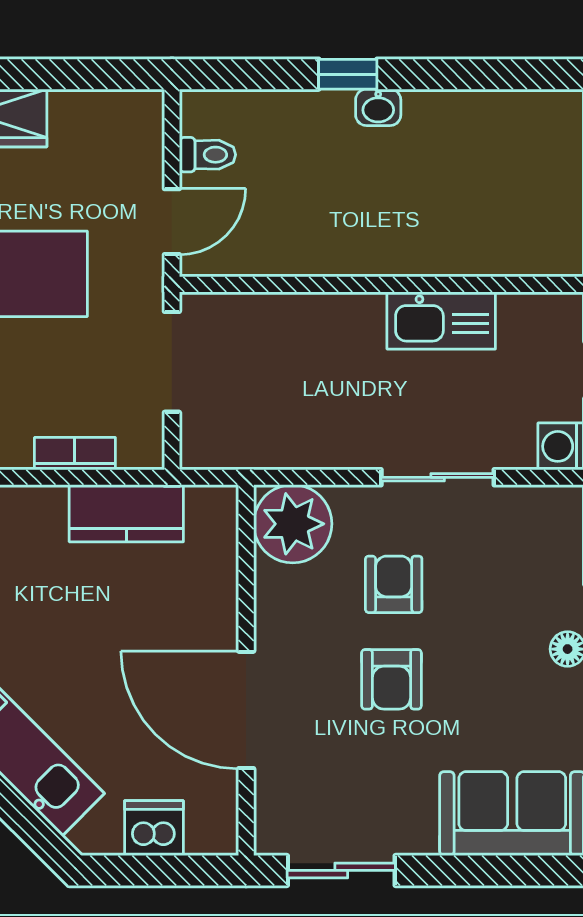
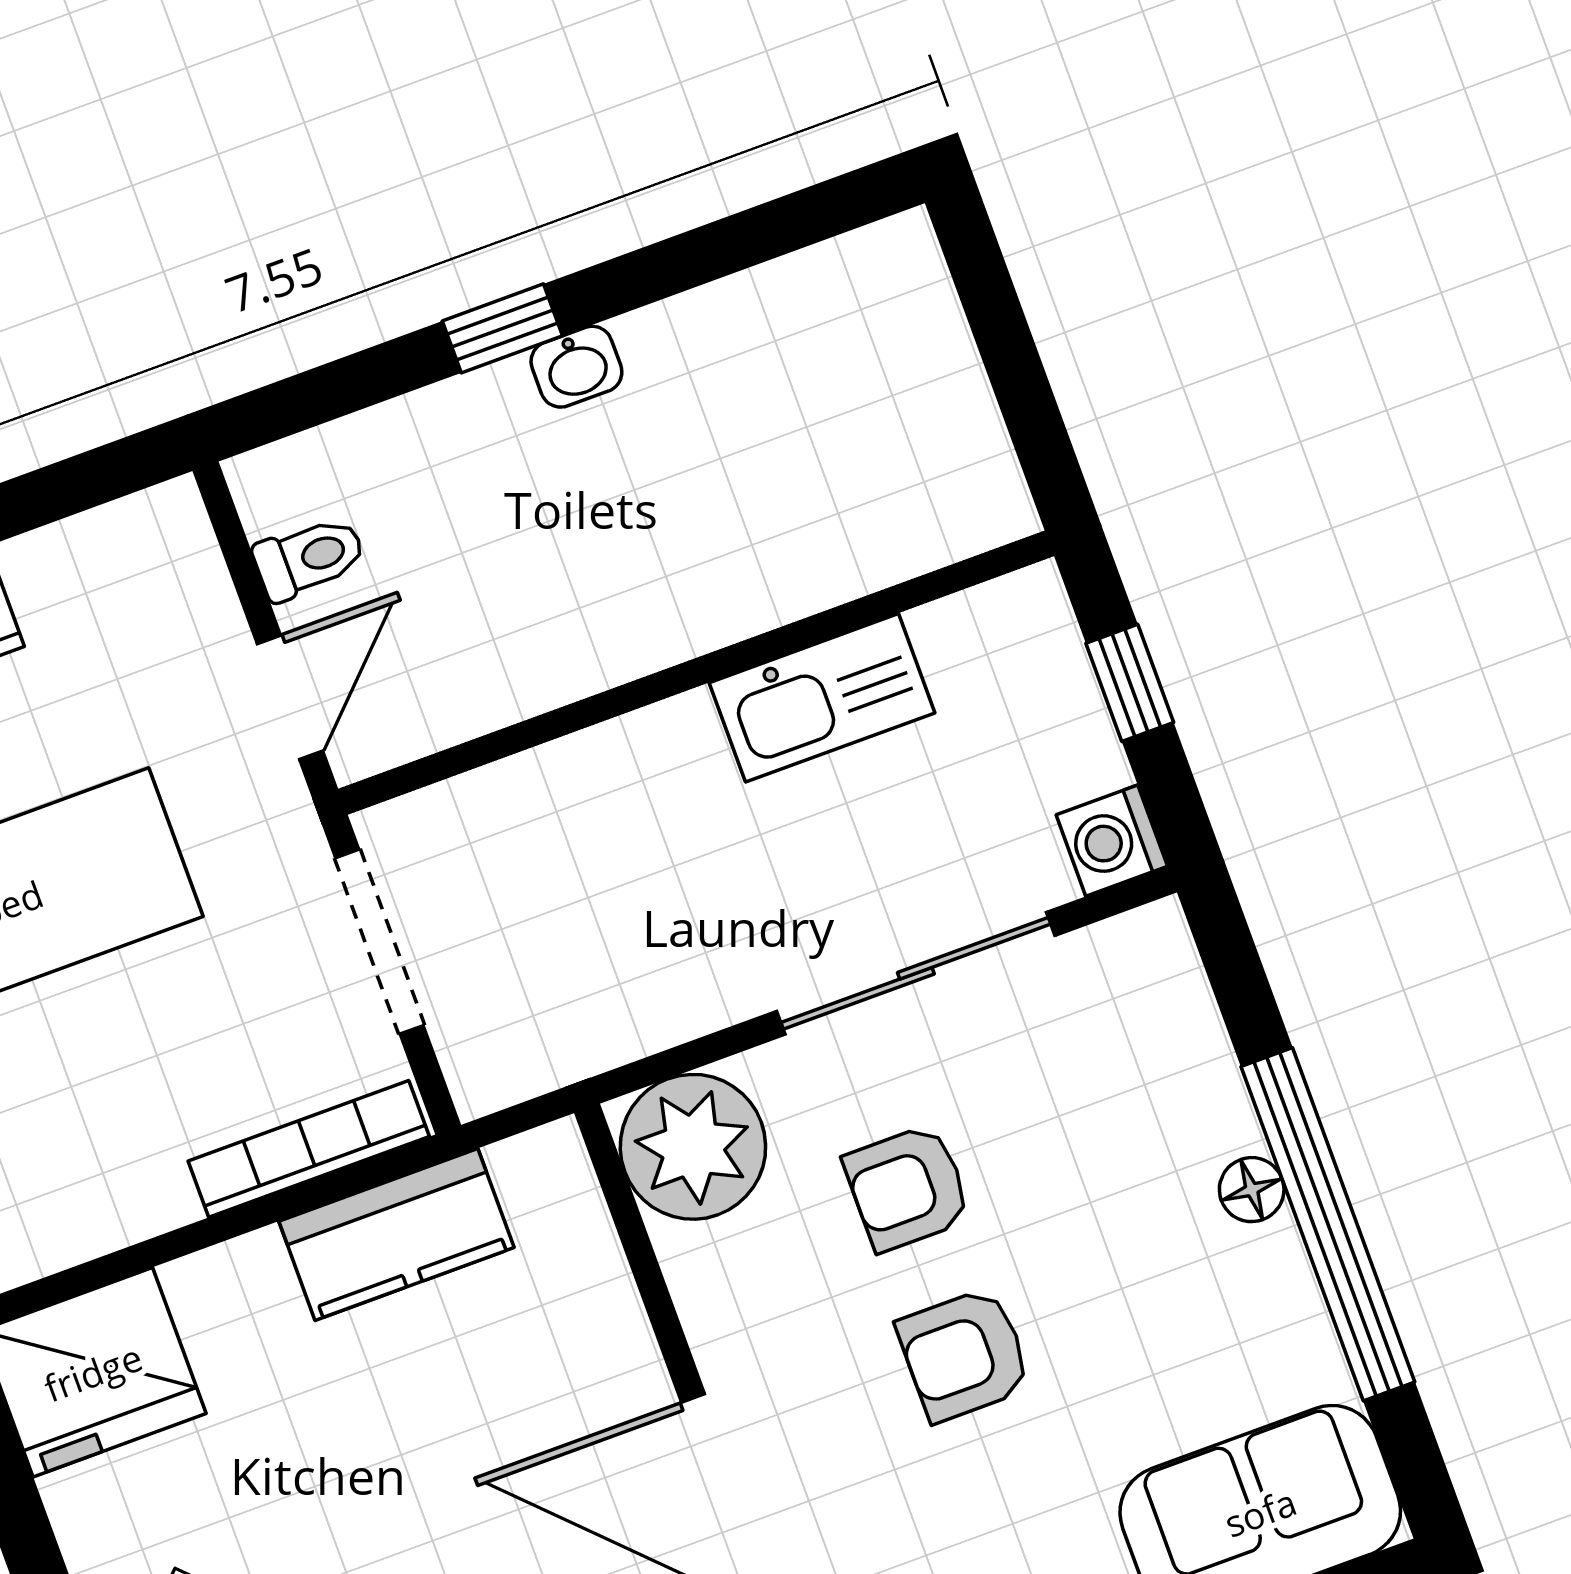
bookcase: (75, 454) -> (309, 1149), width x1.56
sliding door: (438, 477) -> (916, 973), width x1.37
armchair: (394, 584) -> (908, 1188), turned -90
armchair: (391, 679) -> (964, 1355), turned 90

